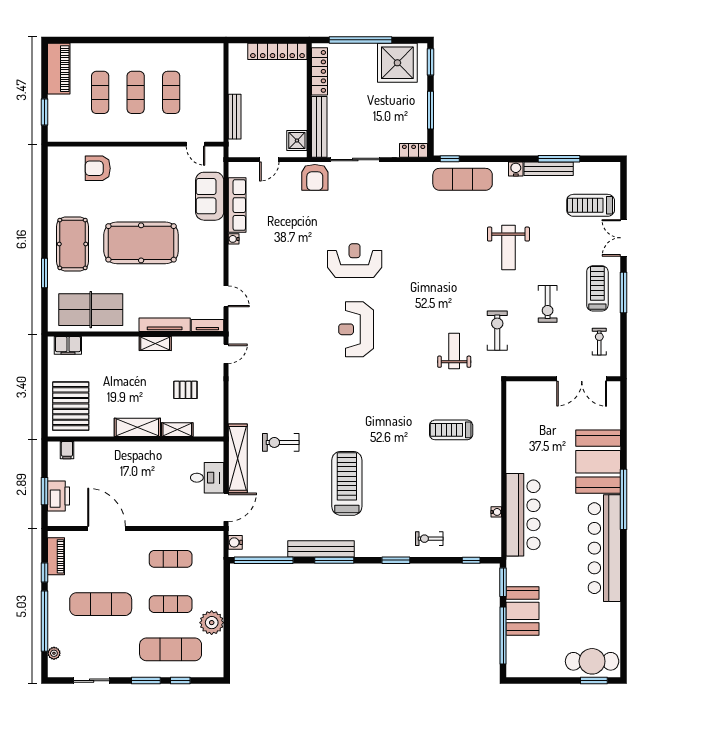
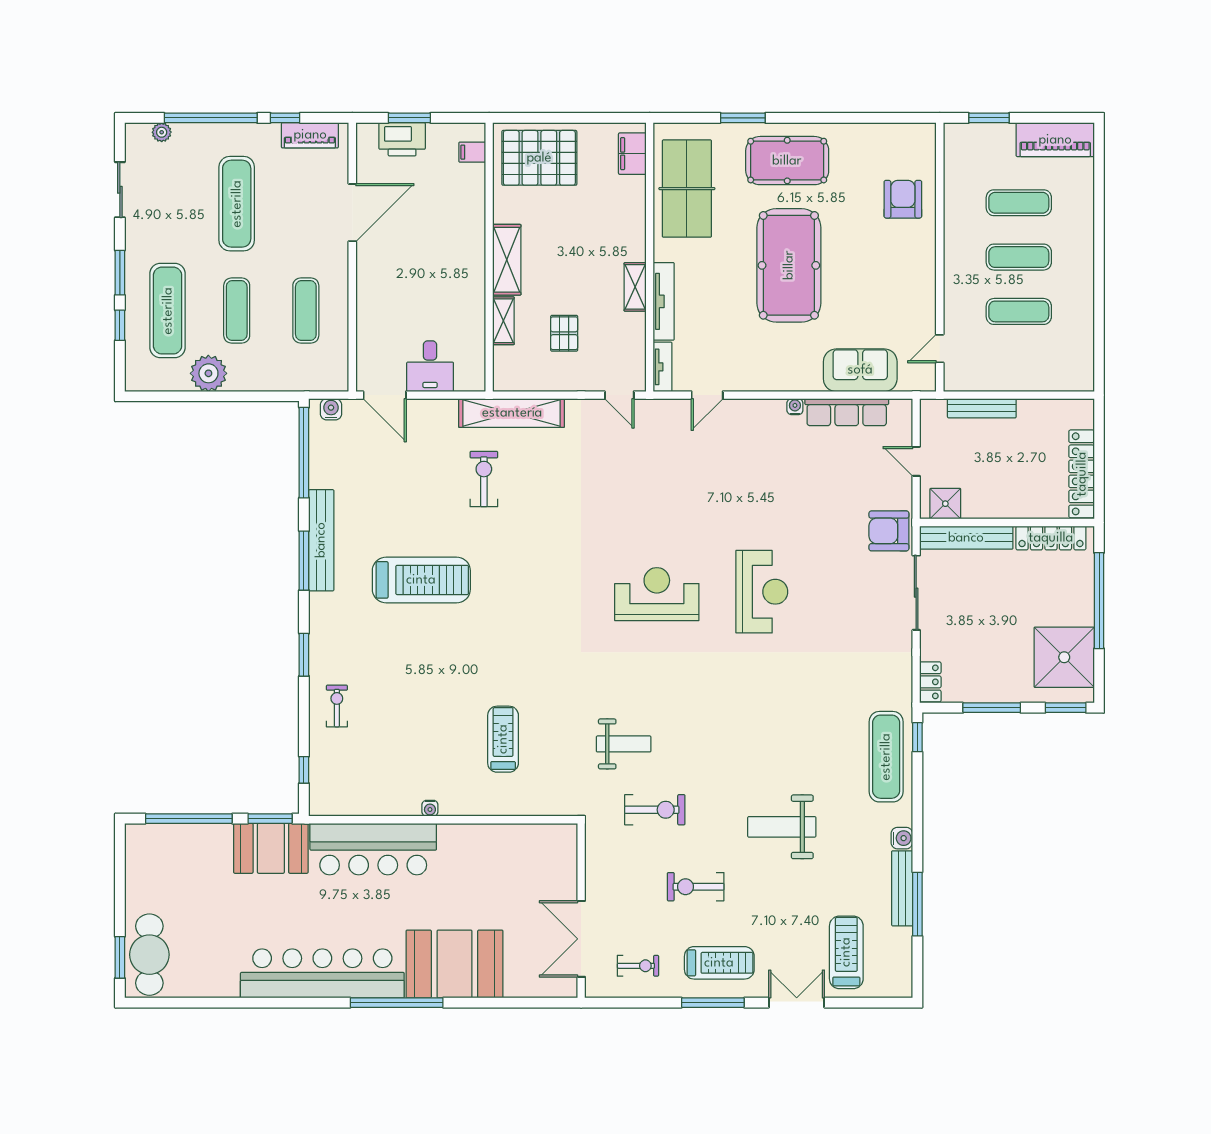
shelving: (238, 458) -> (512, 413), moved
water cooler: (496, 512) -> (430, 808), moved
booth: (522, 611) -> (271, 848), moved

